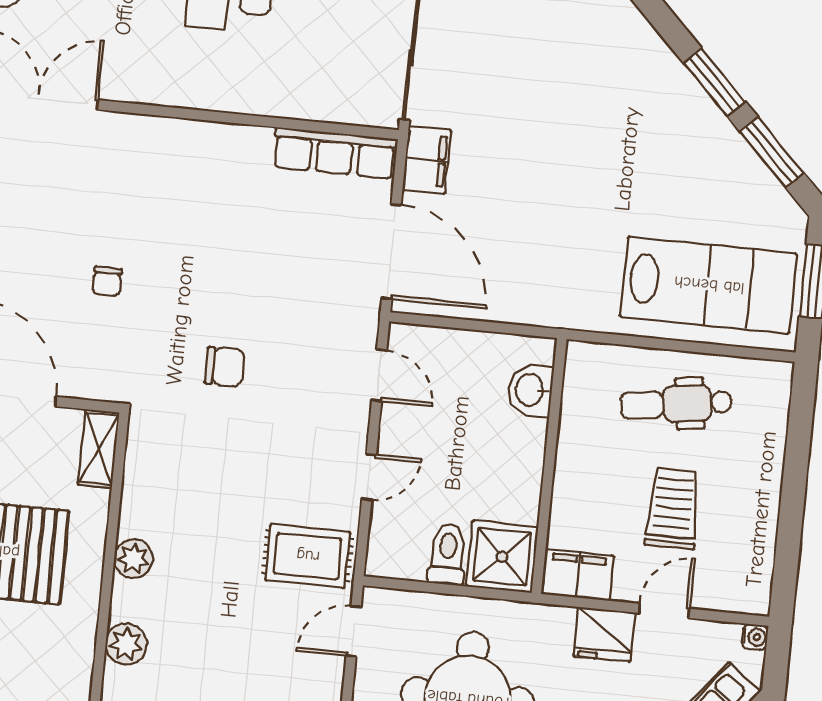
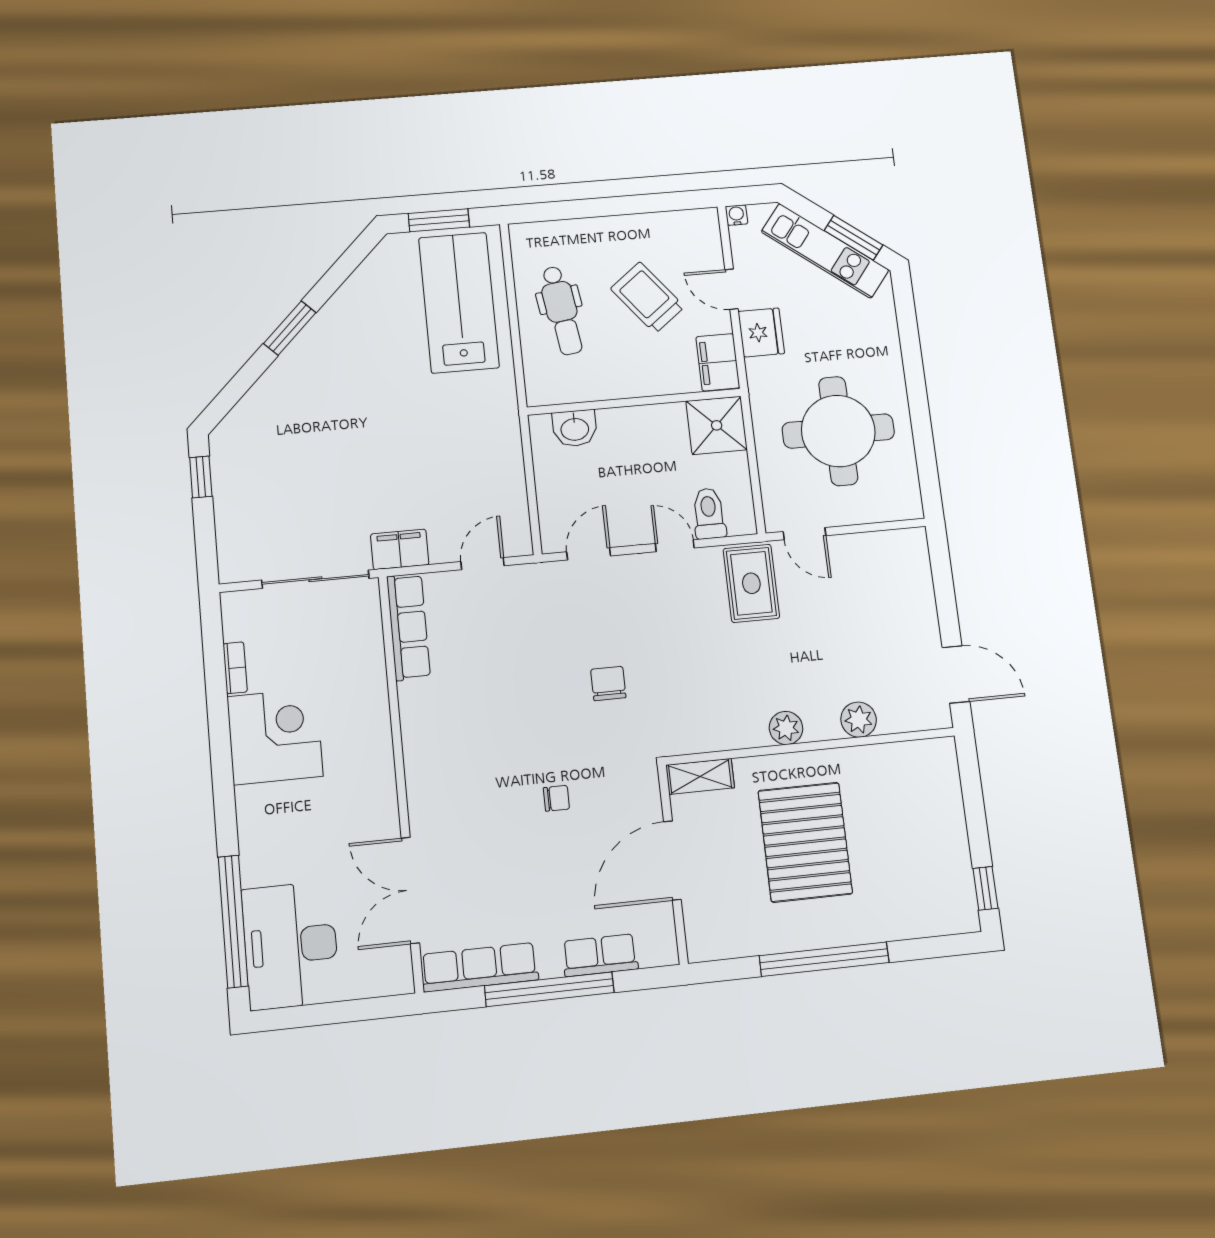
window: (772, 152) -> (339, 272), removed
door: (391, 251) -> (483, 564), width x0.53
trolley: (673, 509) -> (647, 298), turned 52
toilet: (448, 554) -> (709, 513), moved, turned 90

